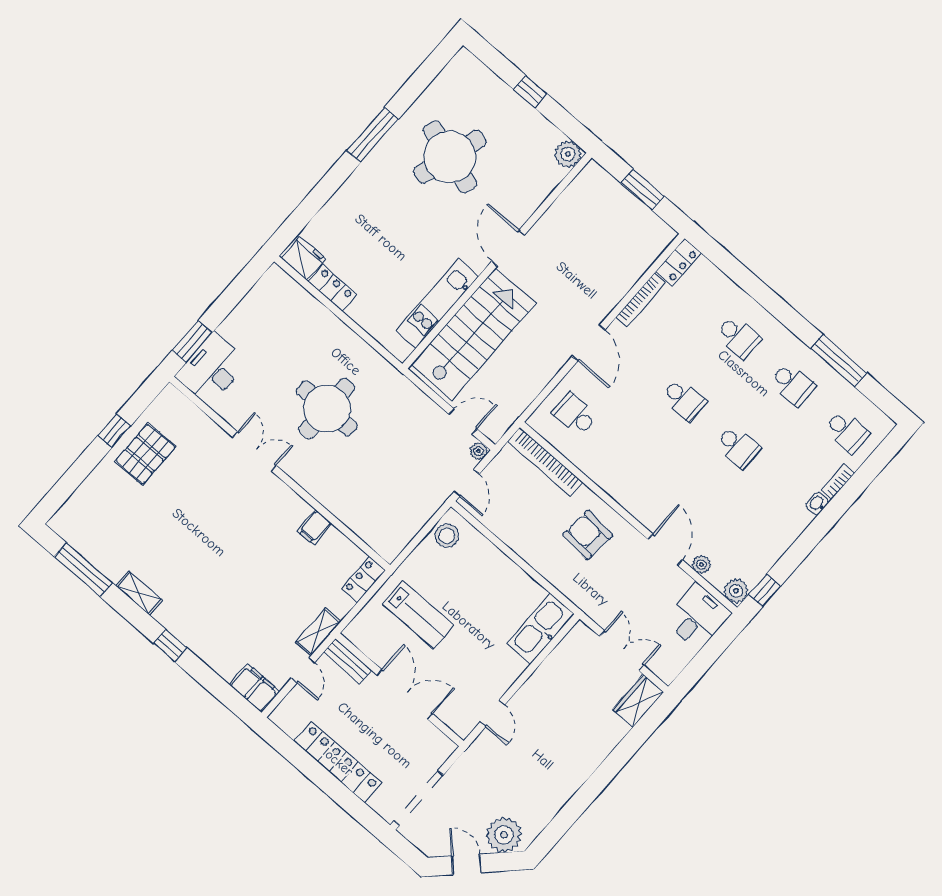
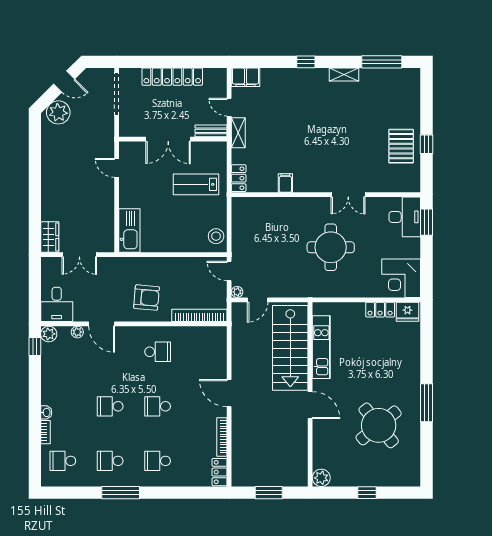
round table: (450, 157) -> (379, 425), turned 34
corner desk: (277, 303) -> (401, 278), added
window: (839, 361) -> (121, 493), moved
school desk: (575, 415) -> (158, 352), moved

